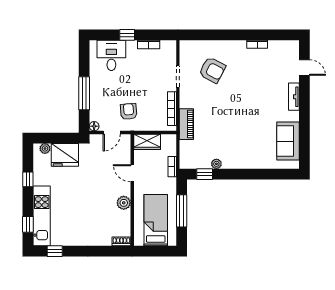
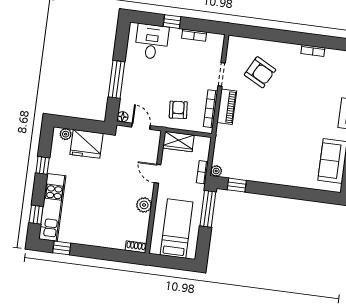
armchair: (129, 112) -> (178, 110), moved
piano: (186, 124) -> (227, 107), moved
door: (112, 133) -> (141, 126), swing flipped
plant: (216, 164) -> (216, 171), moved
window: (182, 211) -> (208, 209), moved

